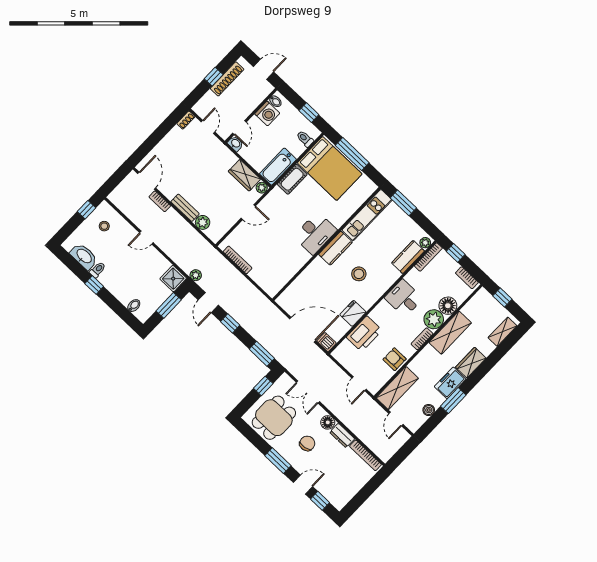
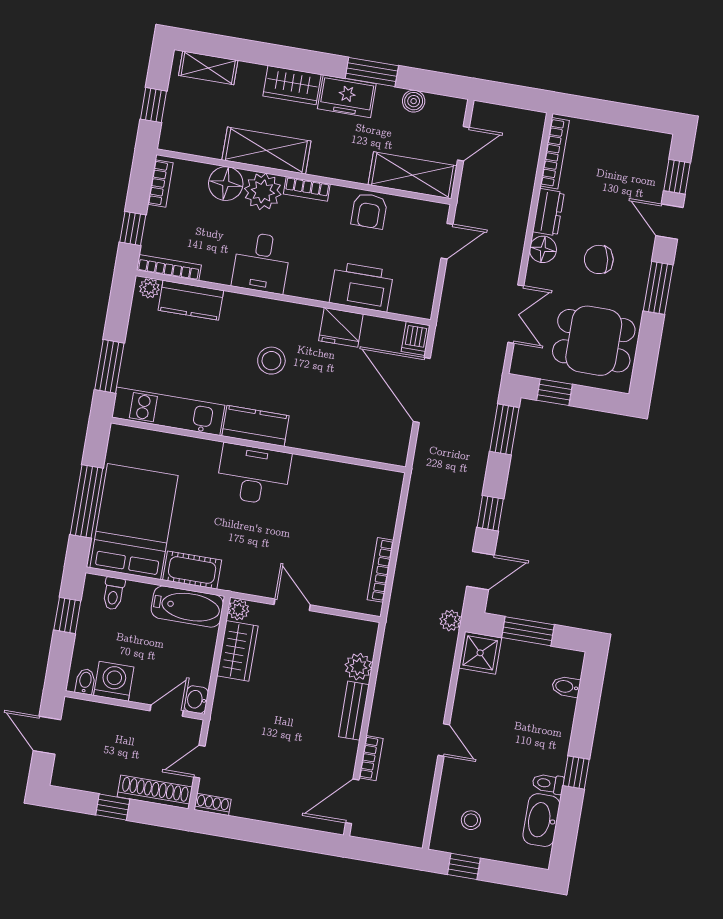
shoe rack: (227, 79) -> (155, 792), moved

